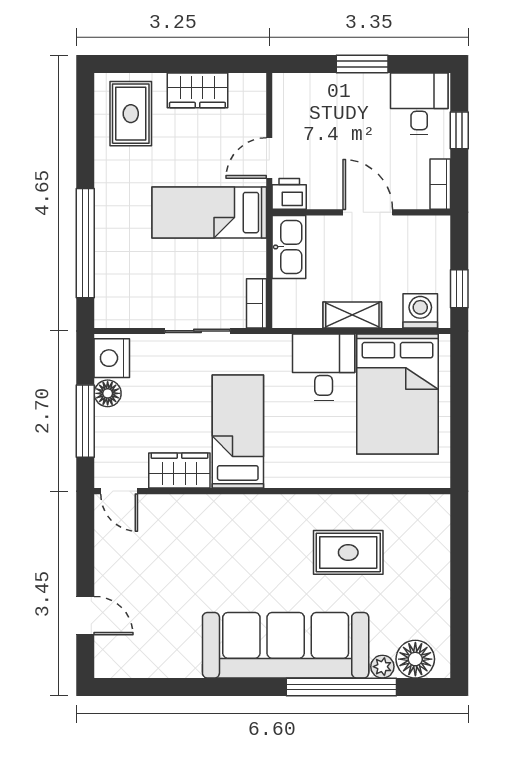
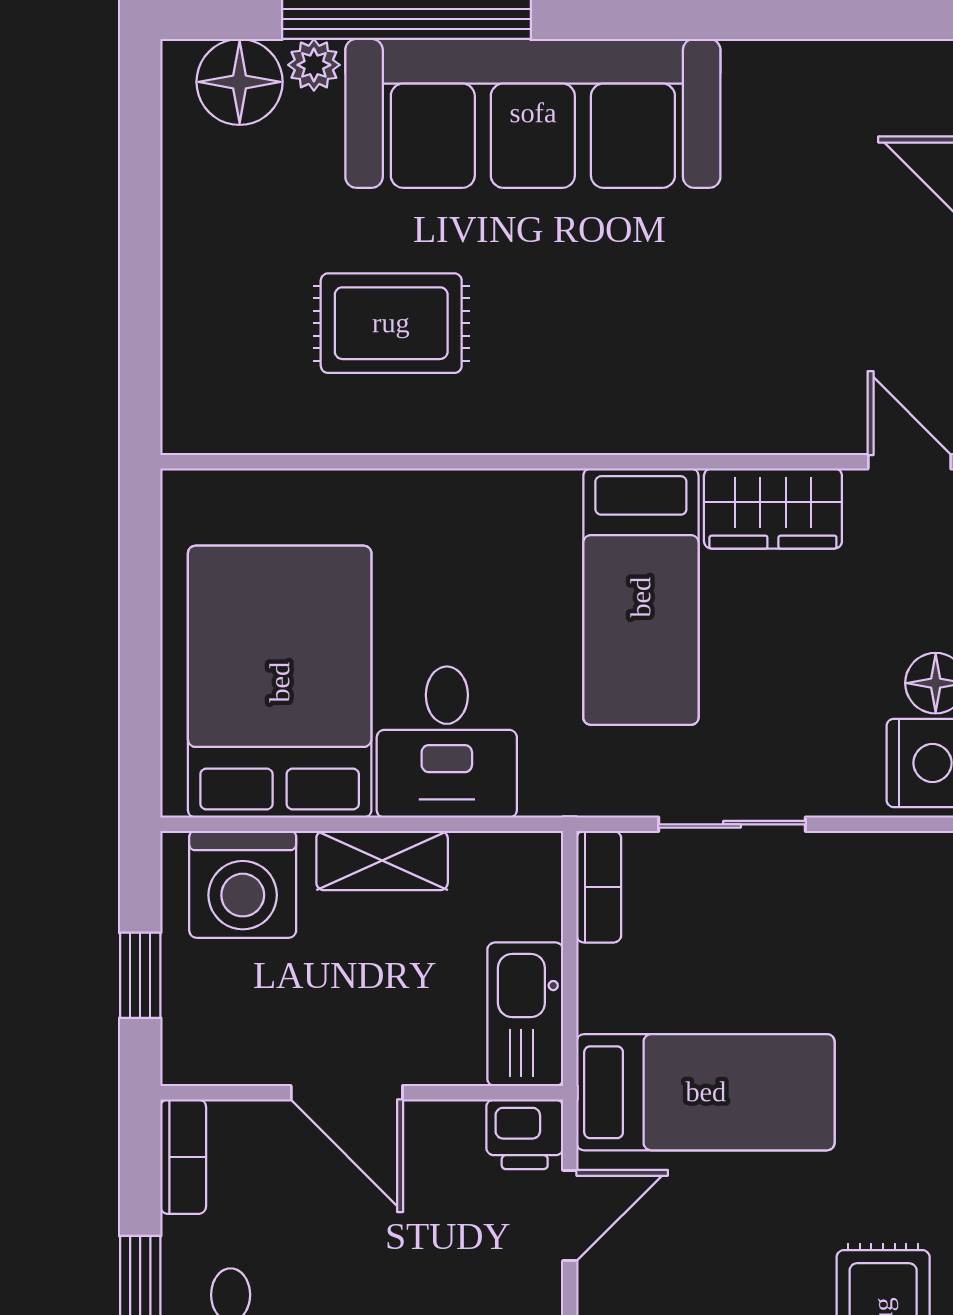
window: (459, 289) -> (140, 975), moved
washing machine: (420, 311) -> (243, 884), width x1.37, depth x1.37

